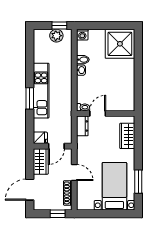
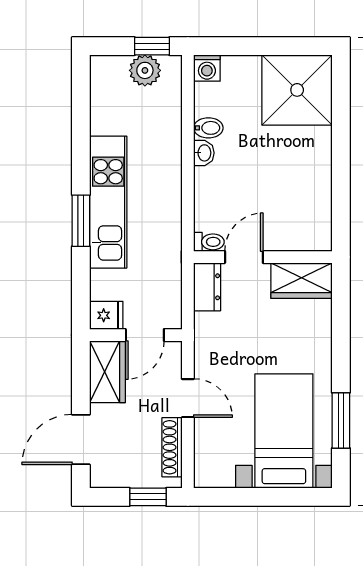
wardrobe: (127, 136) -> (302, 281), moved, turned -90

